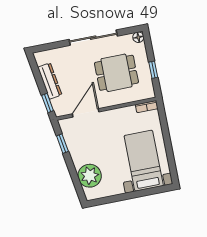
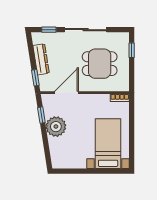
floor lamp: (138, 37) -> (124, 37), removed
window: (52, 46) -> (49, 30), added
window: (153, 70) -> (132, 50), moved
plant: (90, 176) -> (56, 127), moved

